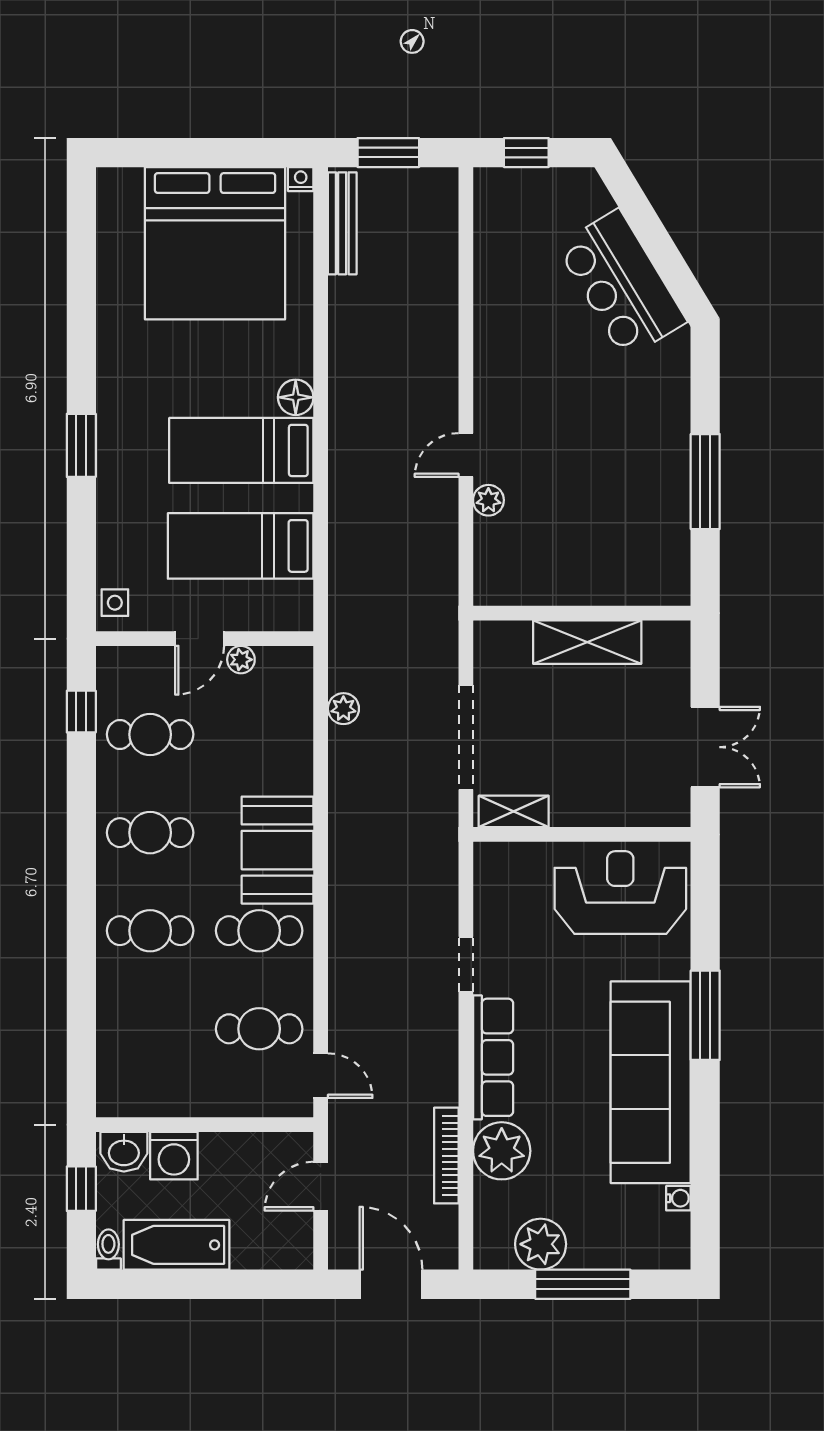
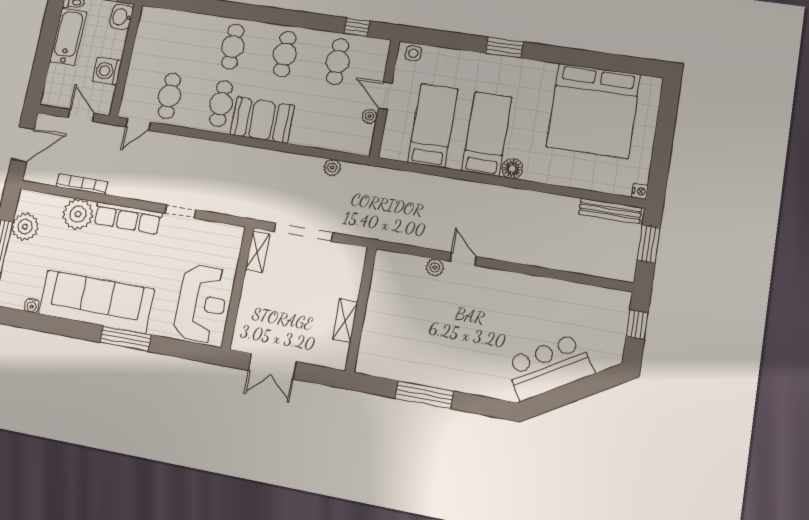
bed: (215, 243) -> (593, 111), moved, turned -90
shelving: (587, 642) -> (345, 320), width x0.67, depth x0.75
washing machine: (174, 1156) -> (107, 71), moved

